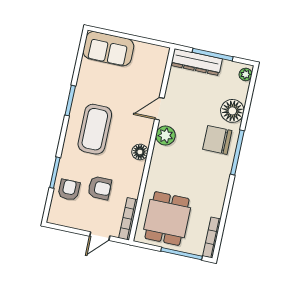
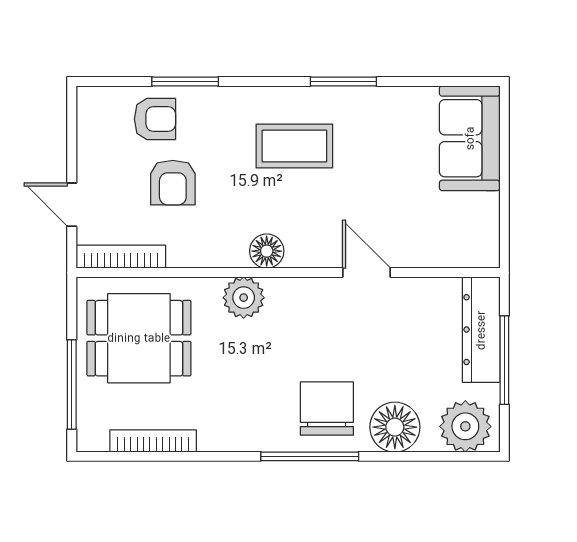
plant: (246, 74) -> (465, 426), width x1.88, depth x1.88
coffee table: (95, 129) -> (294, 146), width x0.73, depth x0.76
plant: (166, 136) -> (244, 298), moved
bookcase: (212, 237) -> (153, 441), moved

